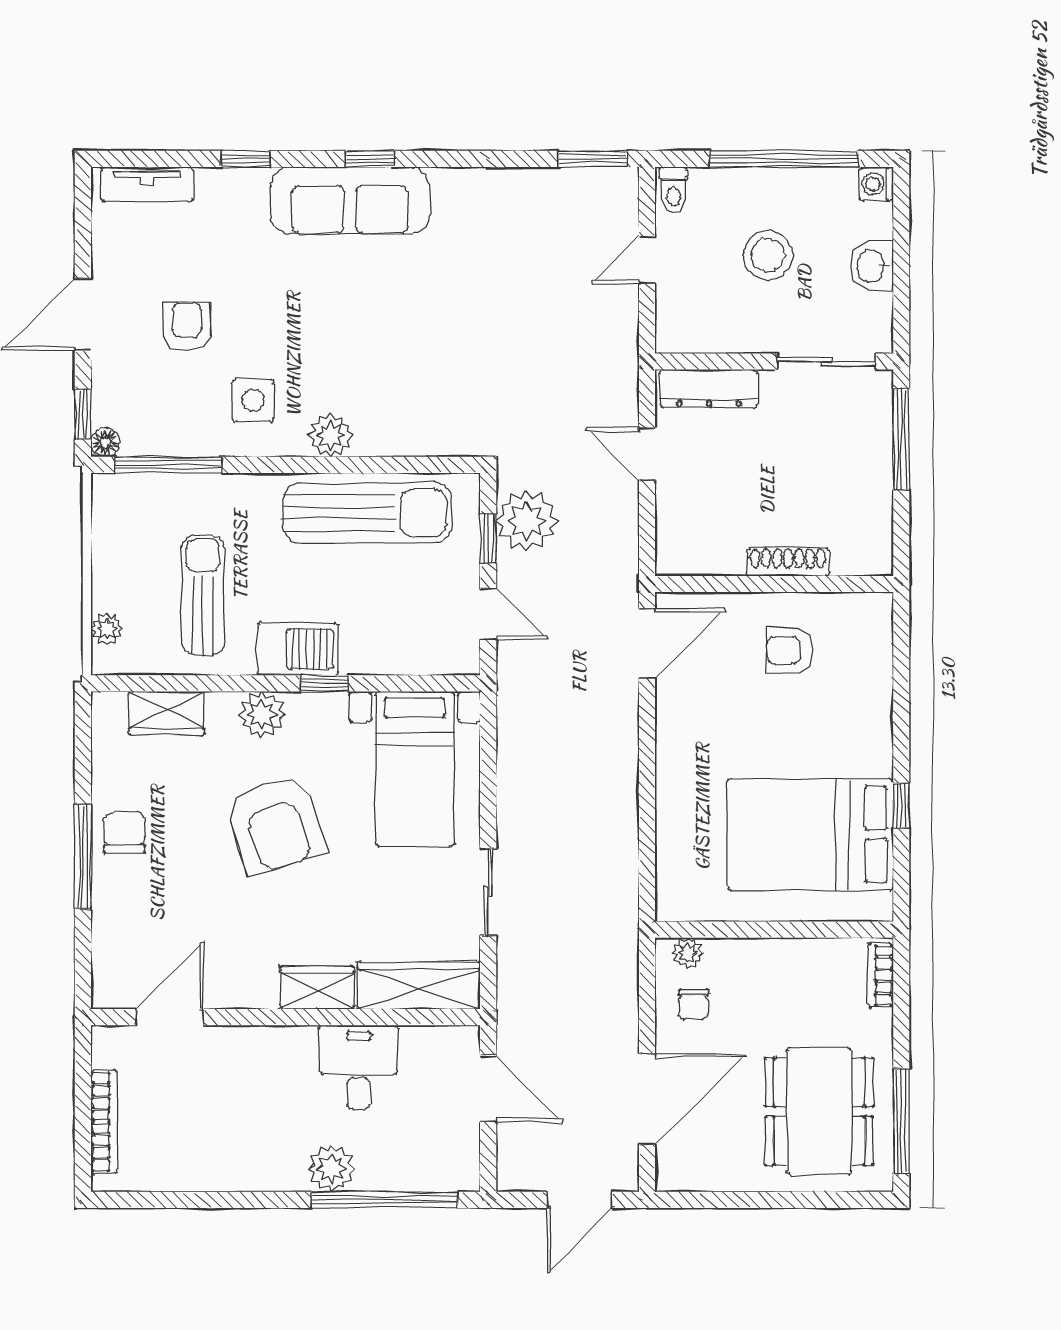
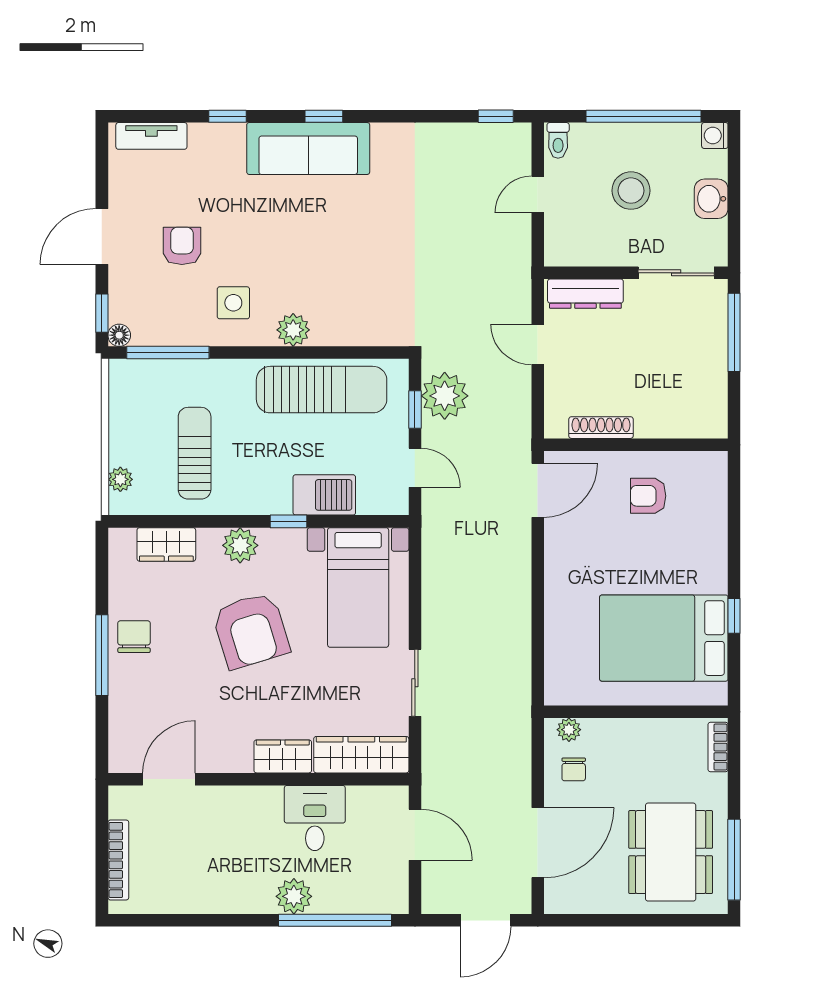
window: (593, 159) -> (496, 116), width x0.67
shoe rack: (788, 562) -> (601, 428), moved
barbecue: (298, 649) -> (324, 495), moved

